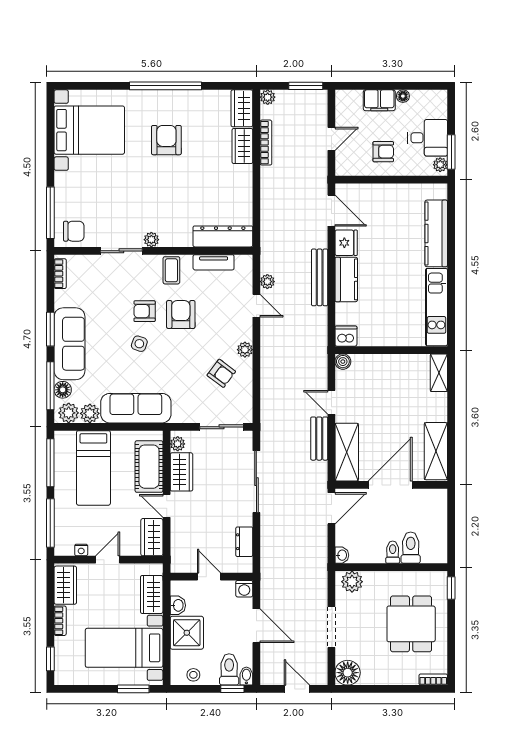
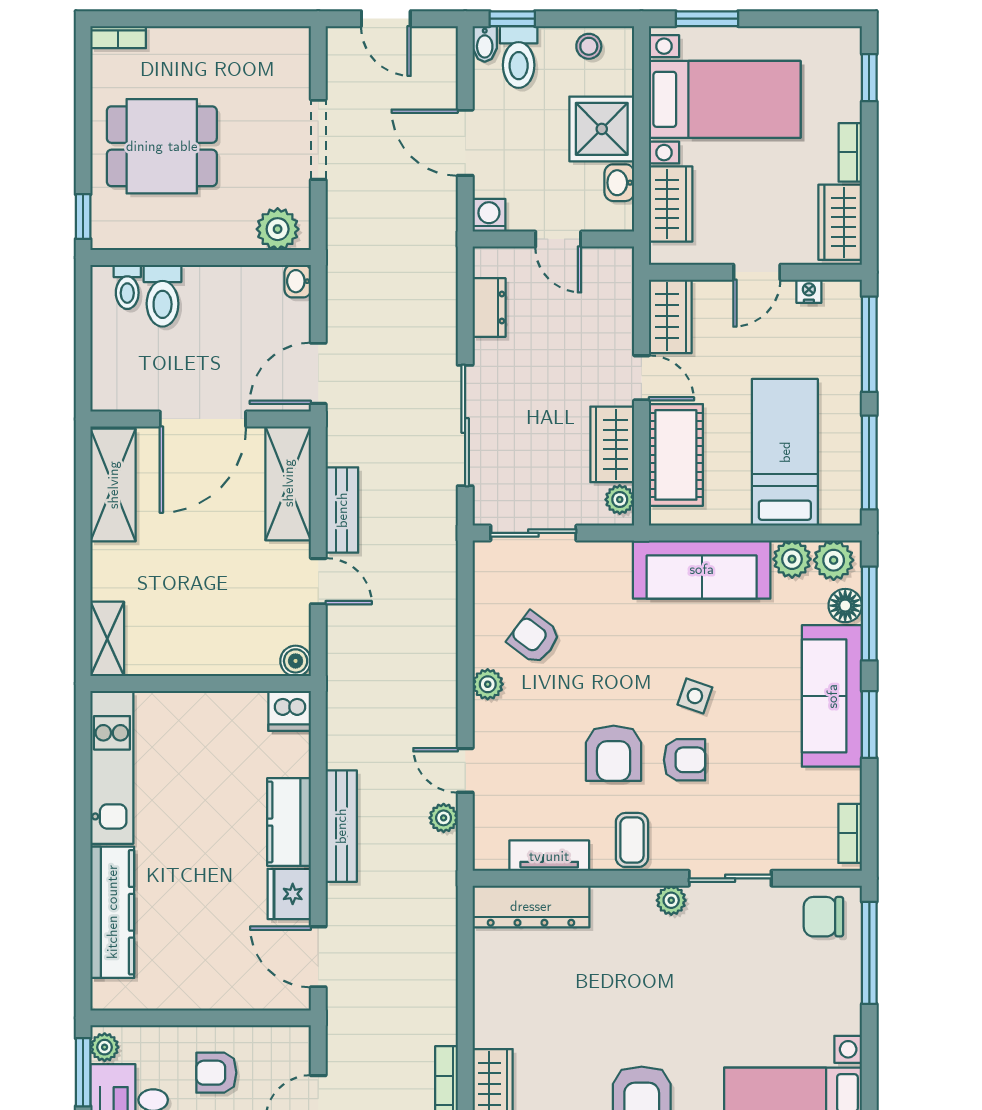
toilet: (393, 552) -> (127, 287), moved
dining table: (411, 624) -> (162, 146), turned 90
floor lamp: (348, 673) -> (286, 51), removed

